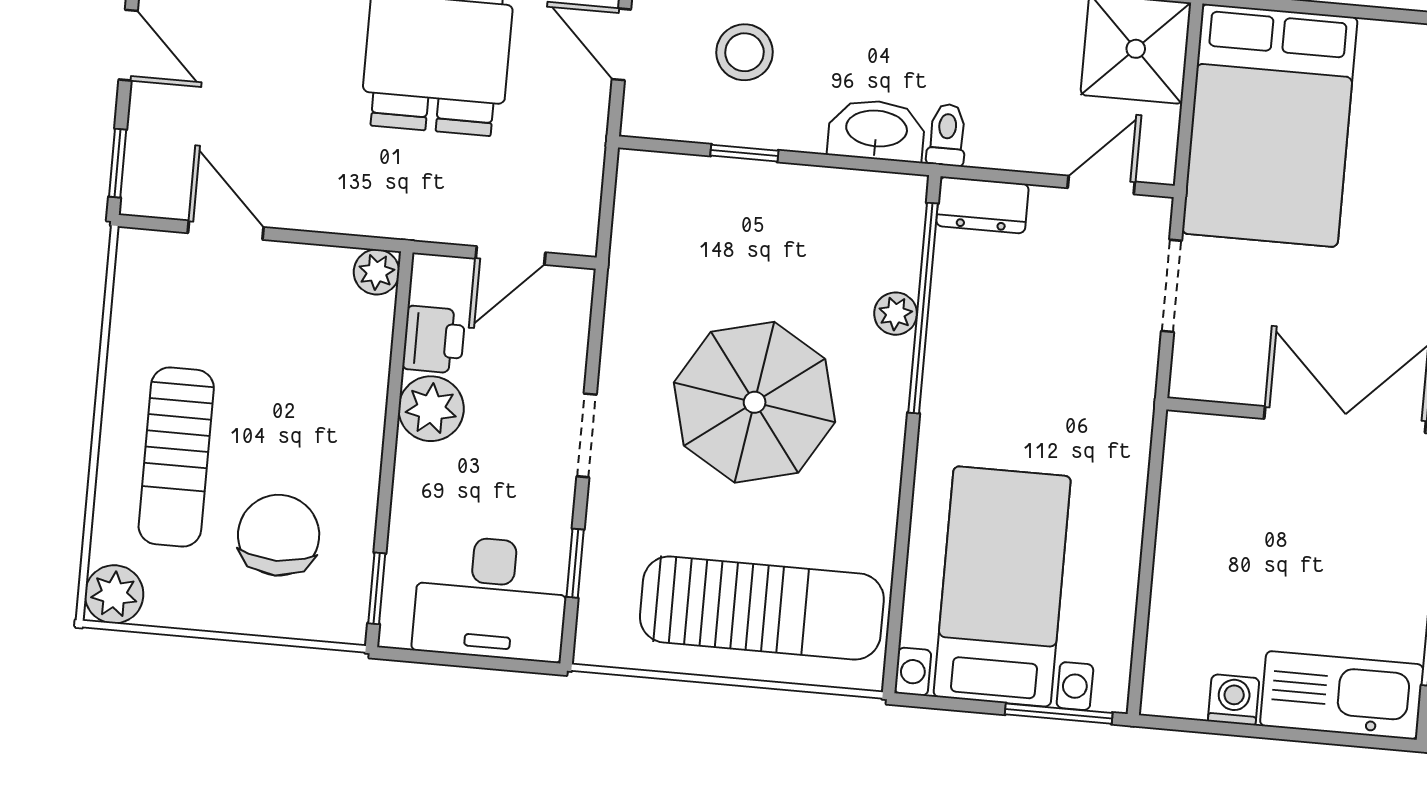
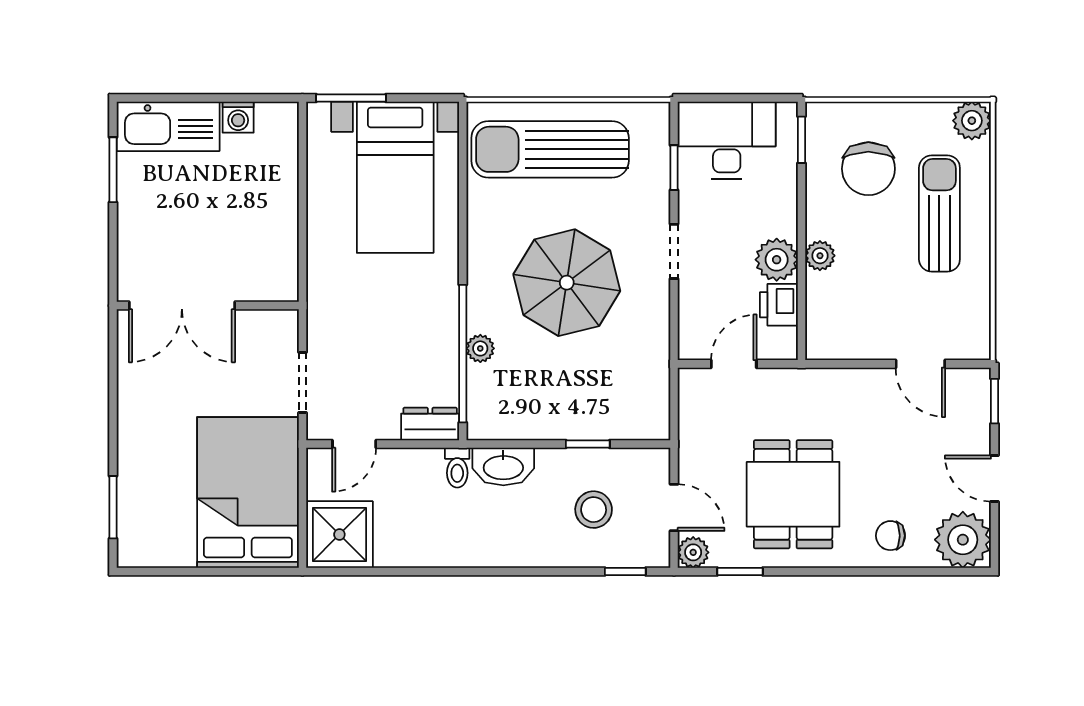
plant: (377, 272) -> (820, 256), moved

